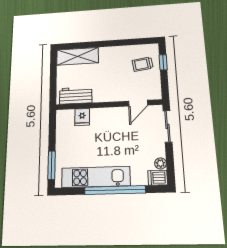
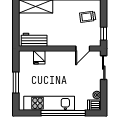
window: (163, 62) -> (104, 34), moved
window: (52, 165) -> (16, 82), moved

